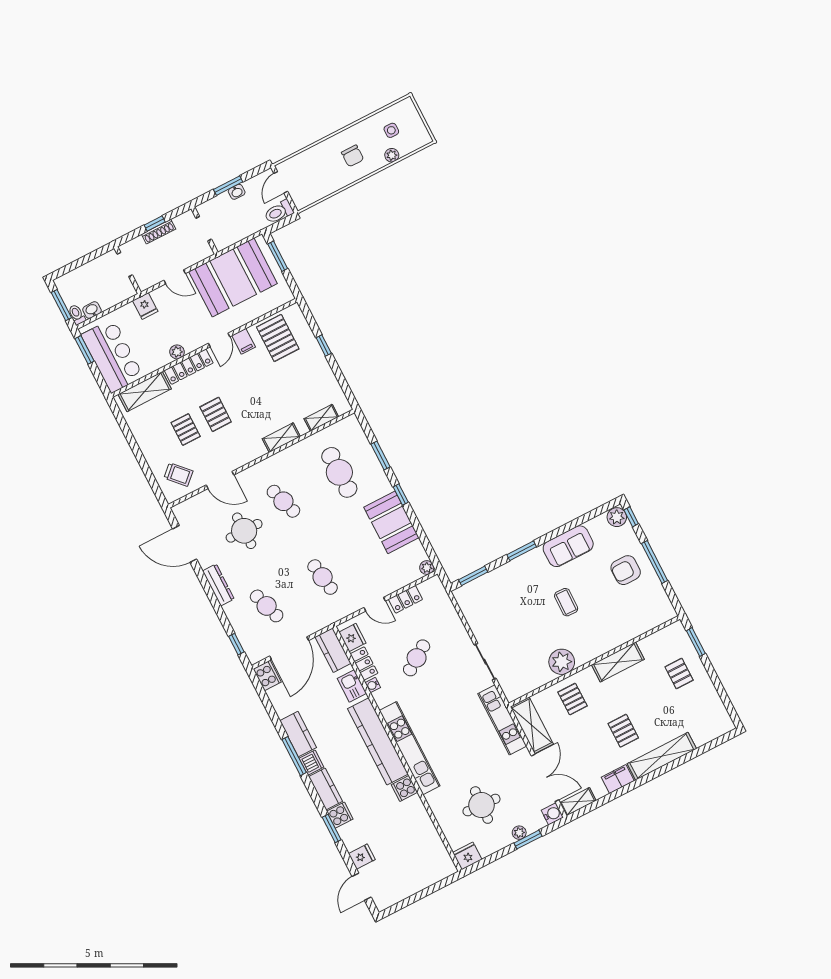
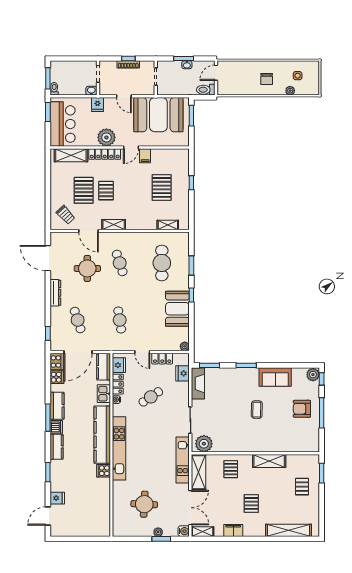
washbasin: (92, 310) -> (91, 91), moved
pallet: (278, 338) -> (162, 187), moved
plant: (177, 352) -> (106, 137), width x1.88, depth x1.88
pallet: (186, 429) -> (84, 190), width x1.50, depth x1.42
shelving: (281, 438) -> (114, 225), moved
fireplace: (470, 608) -> (198, 383), added
plant: (562, 662) -> (204, 444), moved
shelving: (662, 756) -> (288, 530), moved
cooker: (340, 815) -> (57, 377), moved
fridge: (467, 856) -> (183, 373), moved, turned -90

